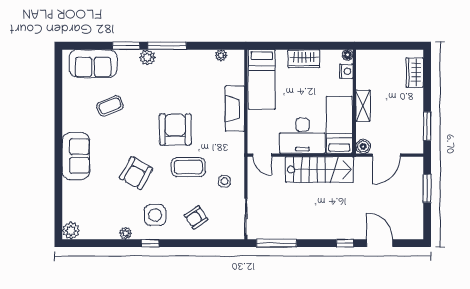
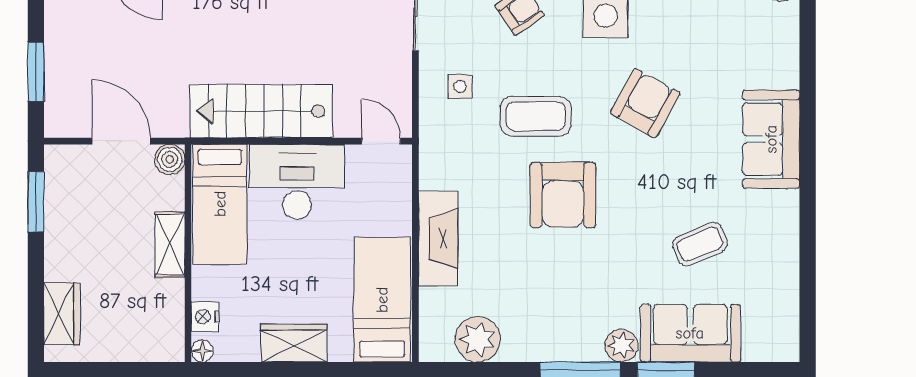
plant: (221, 55) -> (478, 339), width x1.87, depth x1.87
sofa: (93, 63) -> (690, 333), moved
door: (386, 155) -> (121, 141), hinge flipped

